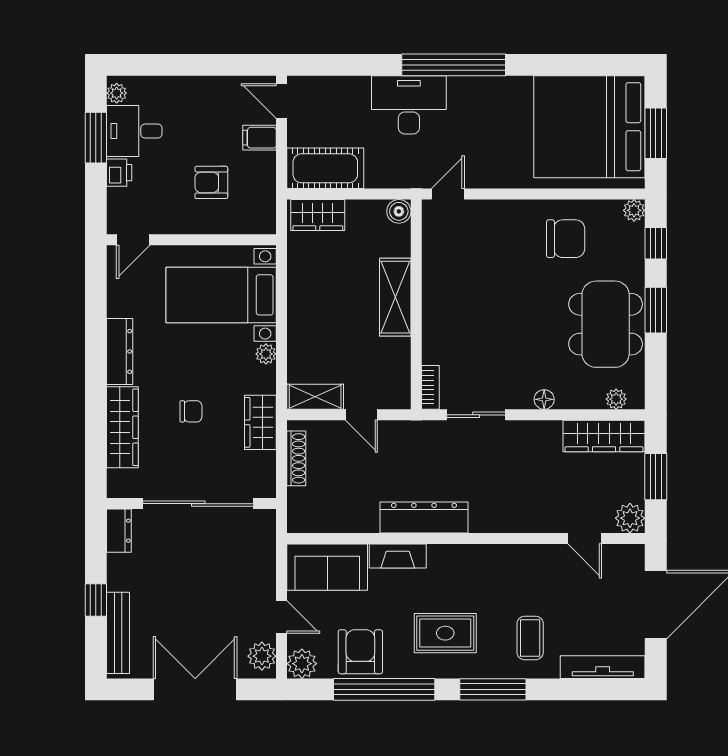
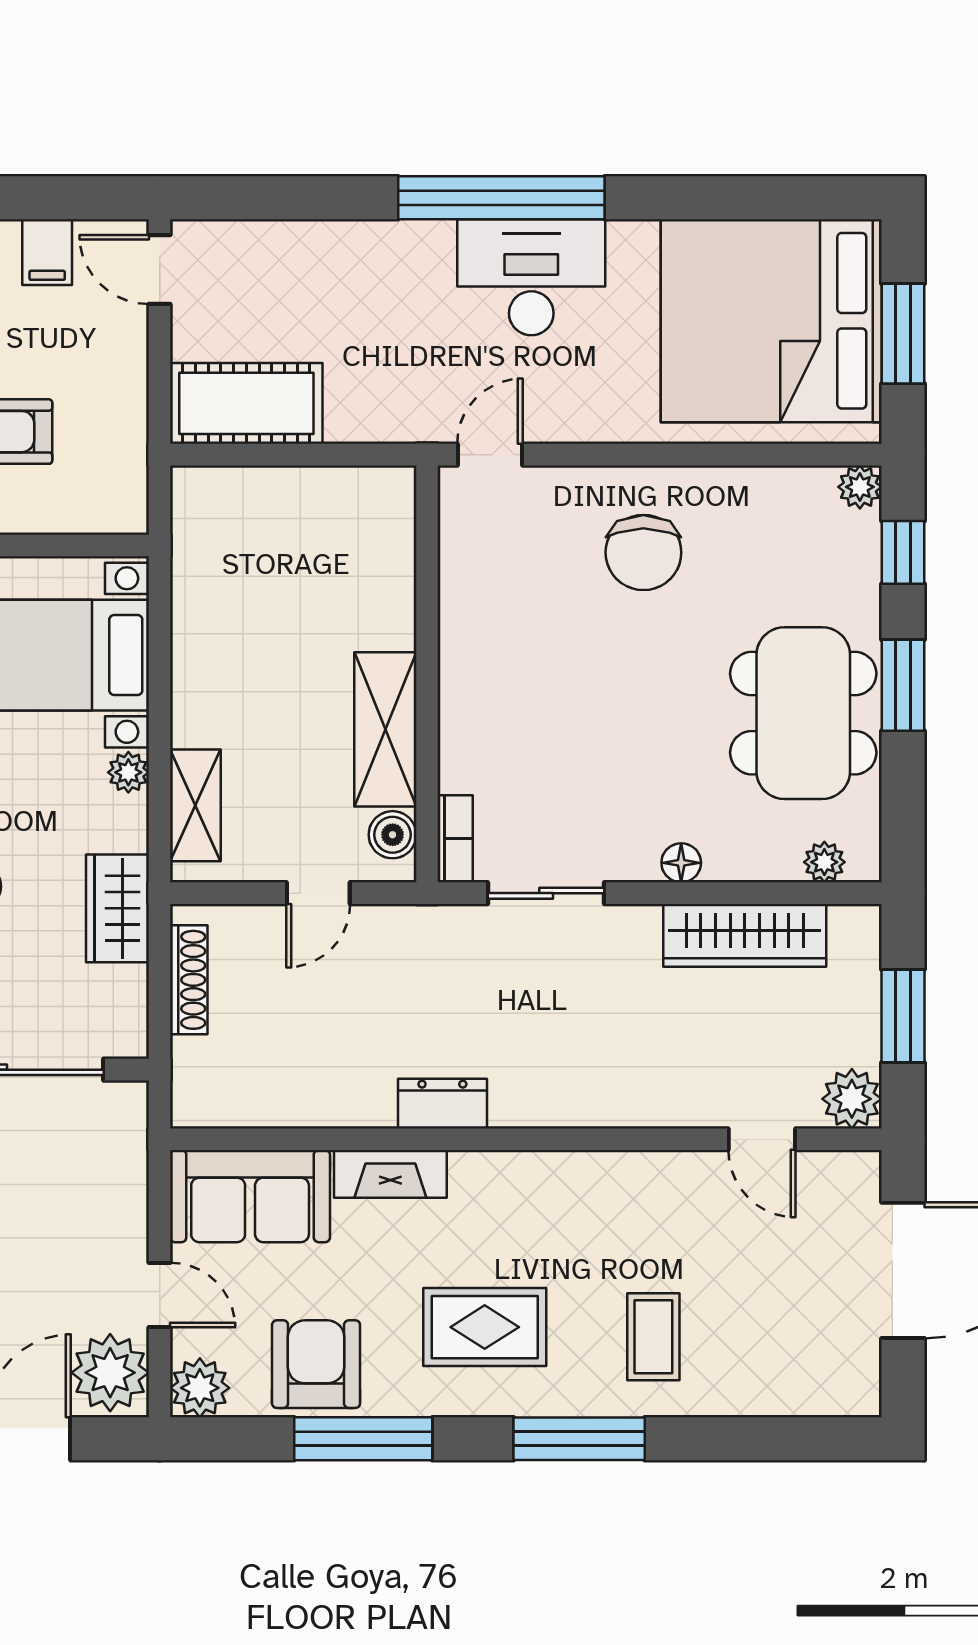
desk: (409, 105) -> (531, 277), moved
filing cabinet: (260, 138) -> (47, 252), moved, turned -90
boiler: (399, 211) -> (393, 835), moved
wardrobe: (318, 215) -> (231, 496), removed
chair: (566, 239) -> (643, 552), moved, turned 90
shelving: (395, 297) -> (385, 729), moved
shelving: (315, 397) -> (195, 805), moved, turned 90
door: (361, 415) -> (318, 893), hinge flipped
wardrobe: (604, 436) -> (745, 935), moved
dresser: (424, 518) -> (442, 1104), width x0.51, depth x0.80
plant: (262, 656) -> (110, 1373), width x1.36, depth x1.36
tv unit: (603, 667) -> (798, 1395), removed
window: (384, 689) -> (363, 1439), width x0.68

